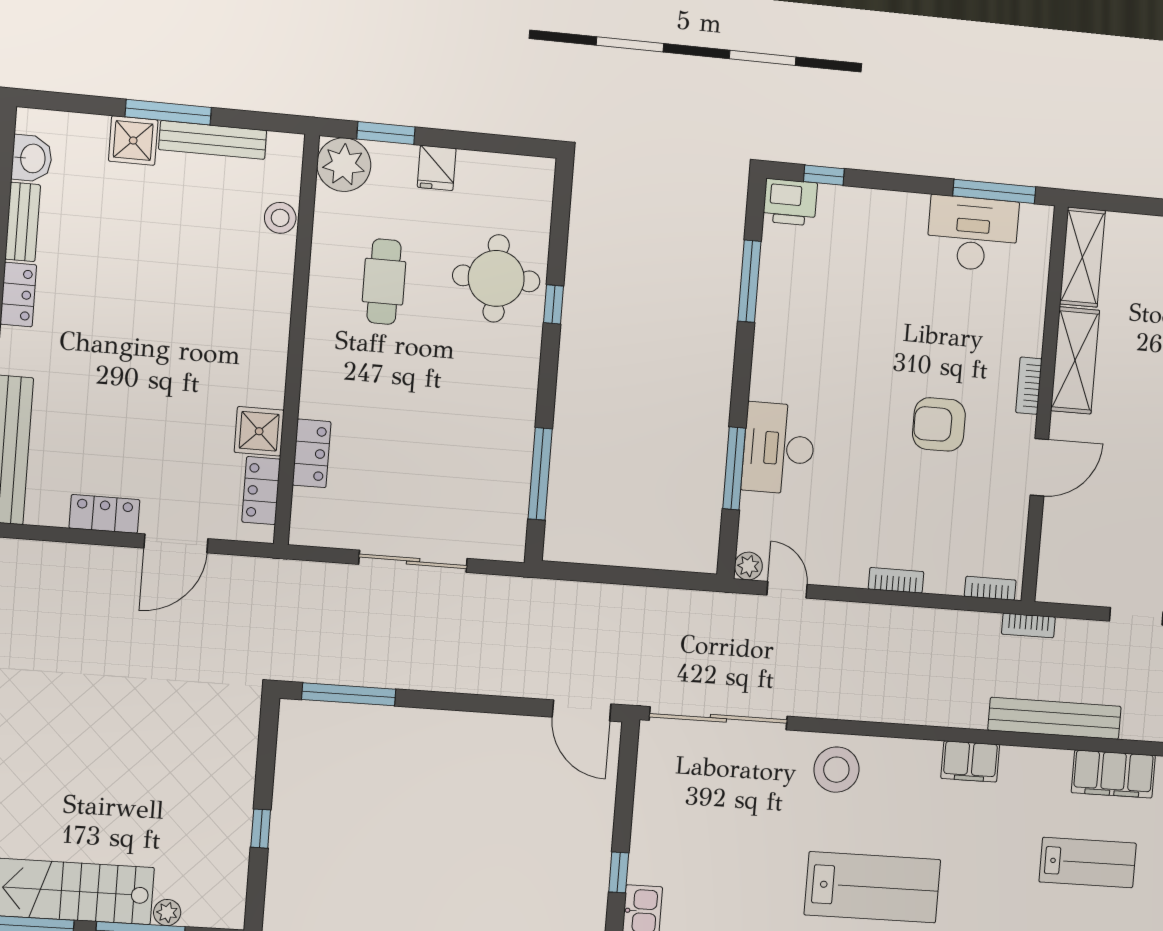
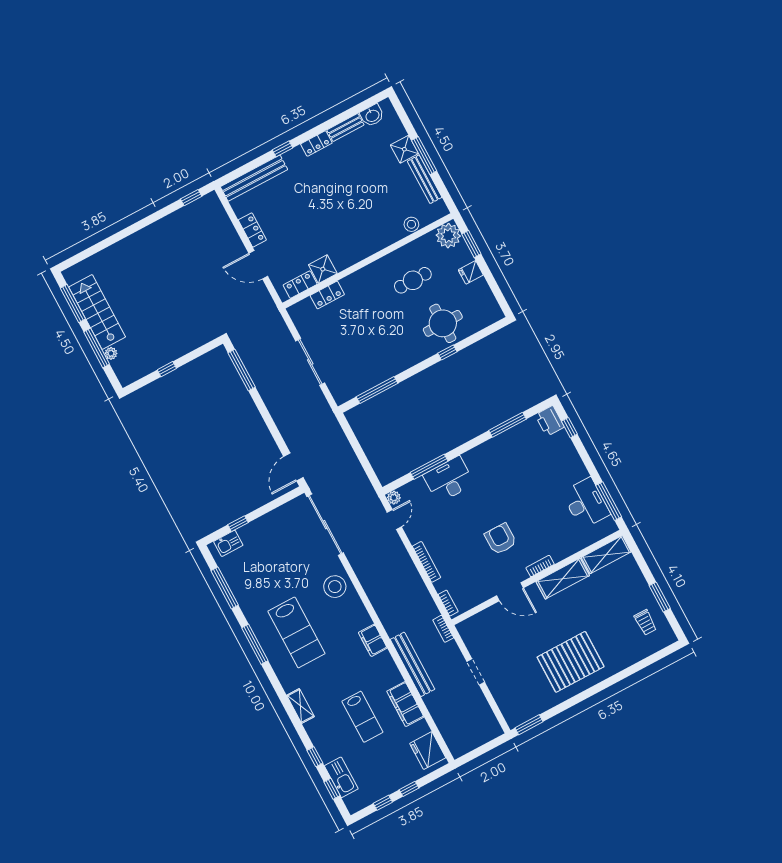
bookcase: (896, 580) -> (427, 562), width x1.56

